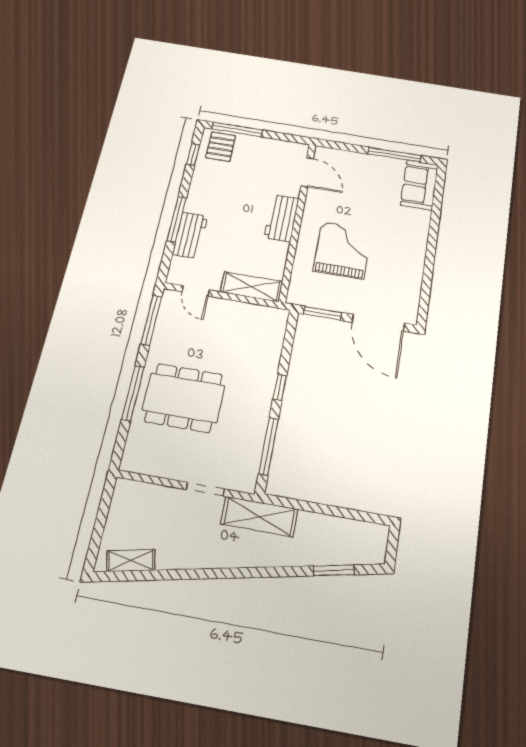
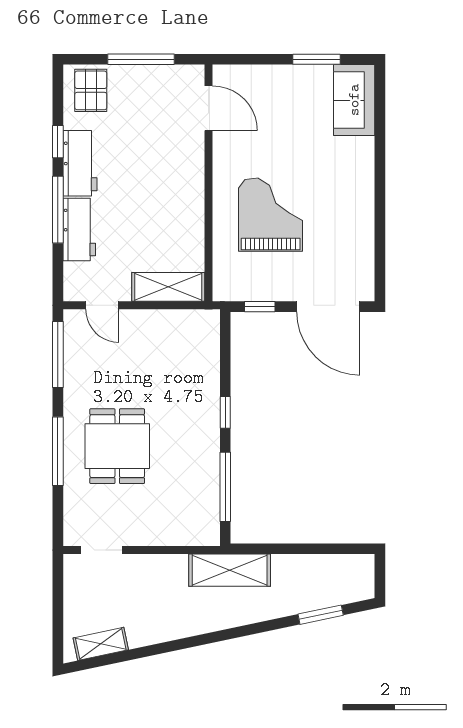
window: (237, 129) -> (141, 59), moved
window: (193, 155) -> (58, 142), moved
window: (394, 155) -> (316, 59), width x0.69
workbench: (282, 218) -> (80, 163), moved, turned 180
window: (322, 313) -> (260, 307), width x0.67
dining table: (184, 398) -> (117, 446), width x0.73
doorway: (205, 489) -> (101, 550), moved

